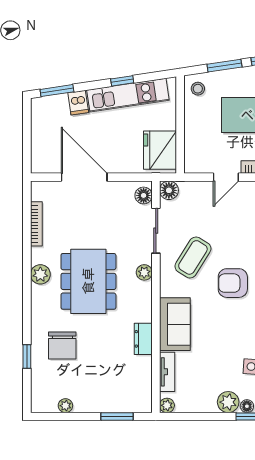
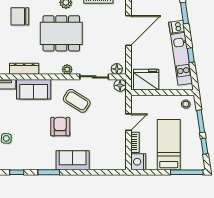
door: (226, 177) -> (129, 122), swing flipped
dresser: (143, 339) -> (24, 69), width x1.44

